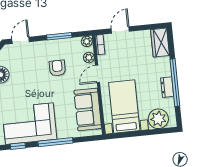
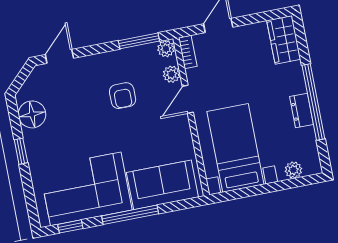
window: (59, 36) -> (139, 41), moved
armchair: (57, 68) -> (123, 96), turned 180
sofa: (88, 109) -> (162, 185), moved, turned 90
plant: (158, 119) -> (293, 170), width x0.53, depth x0.53

